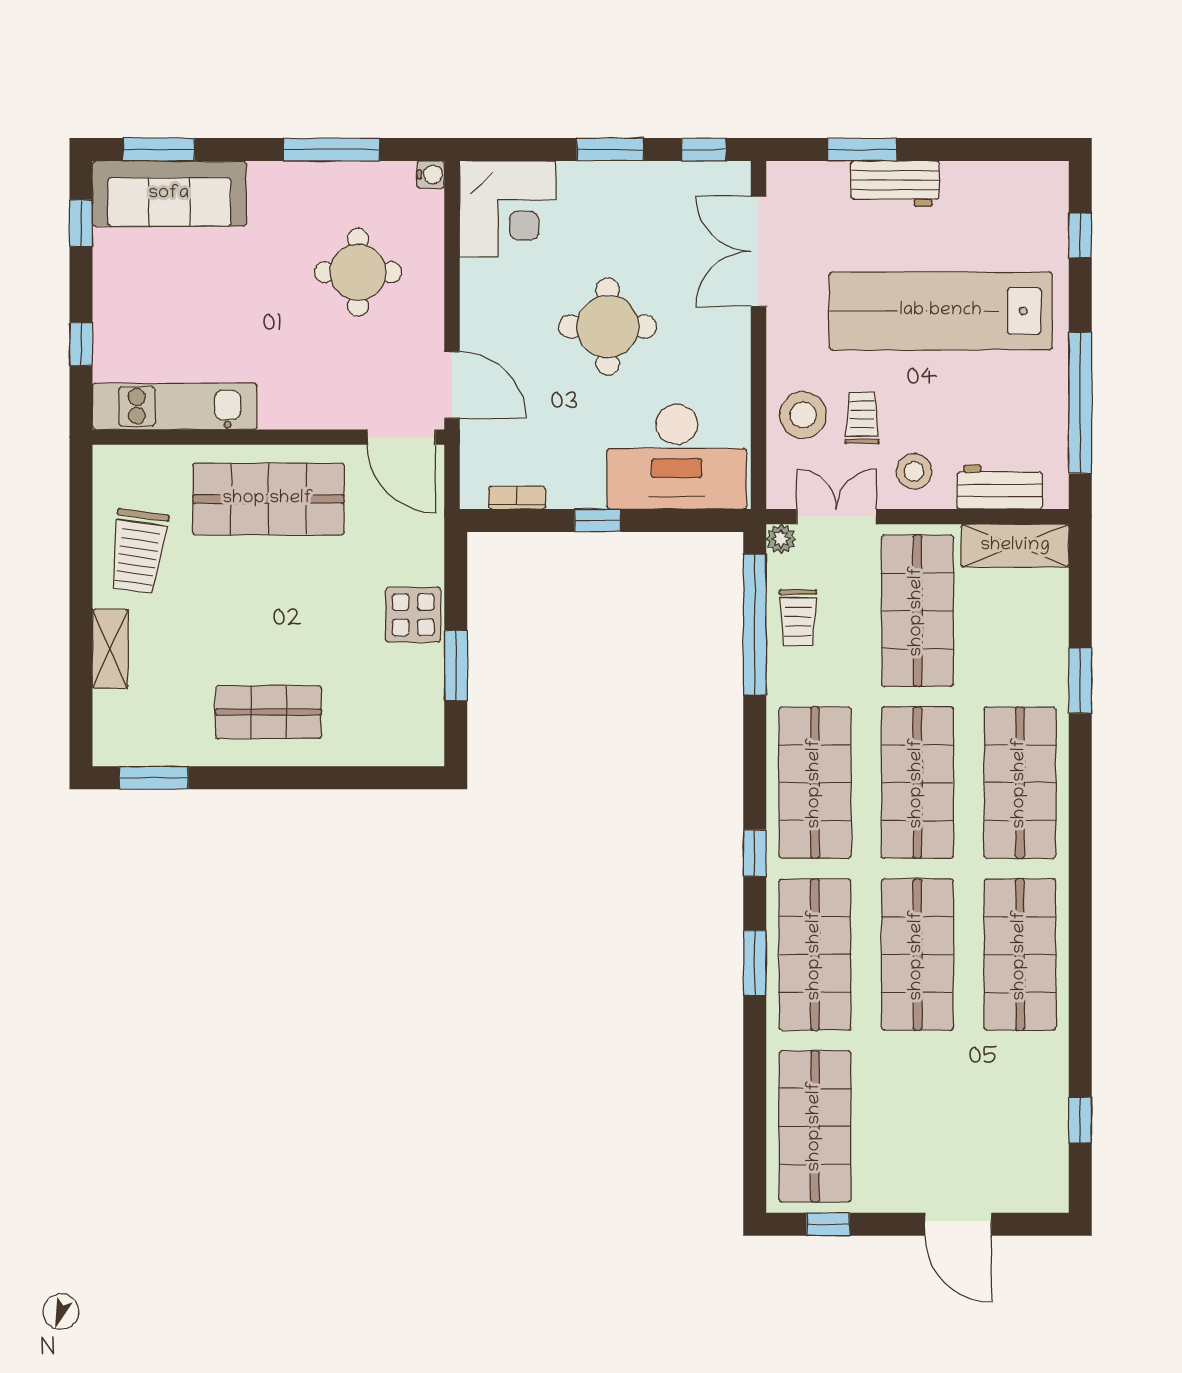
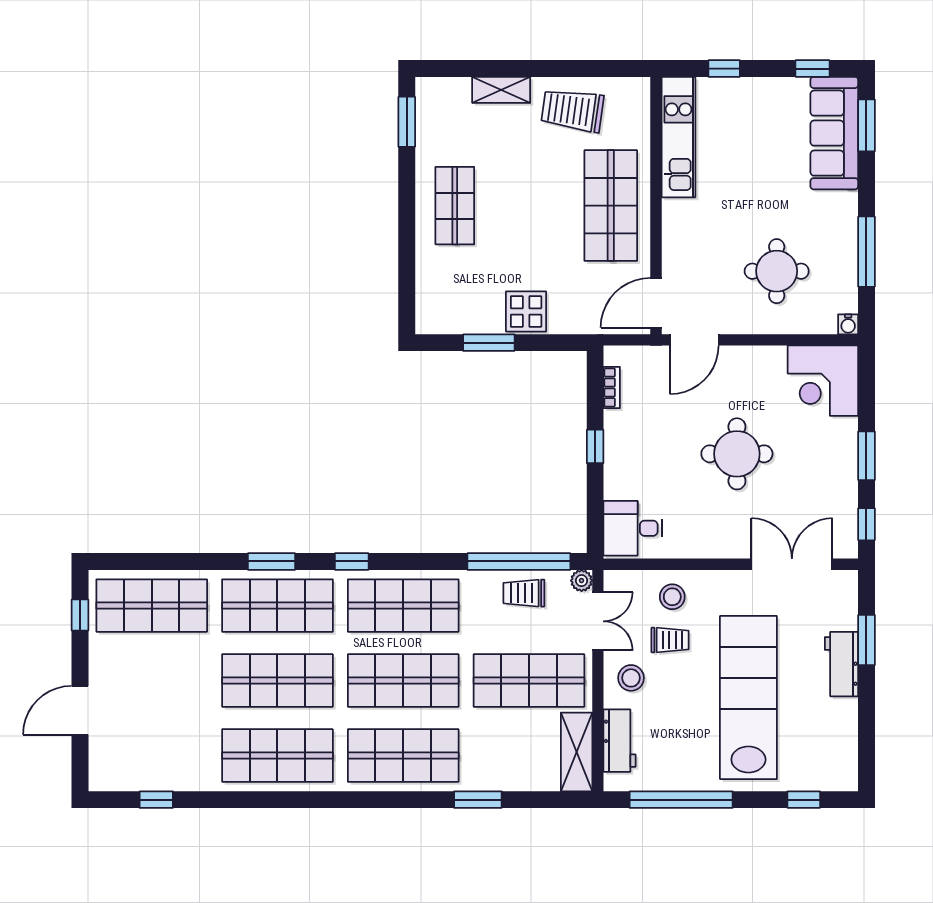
stool: (803, 415) -> (672, 597), width x0.73, depth x0.73
desk: (677, 457) -> (633, 528), width x0.53, depth x0.77

